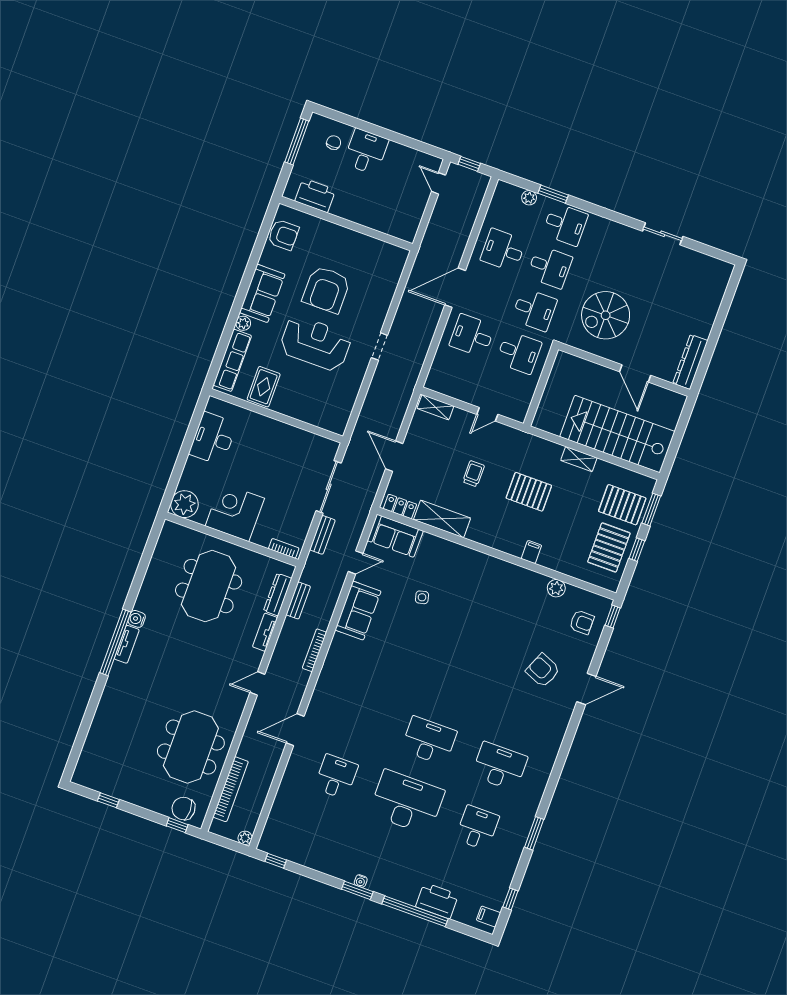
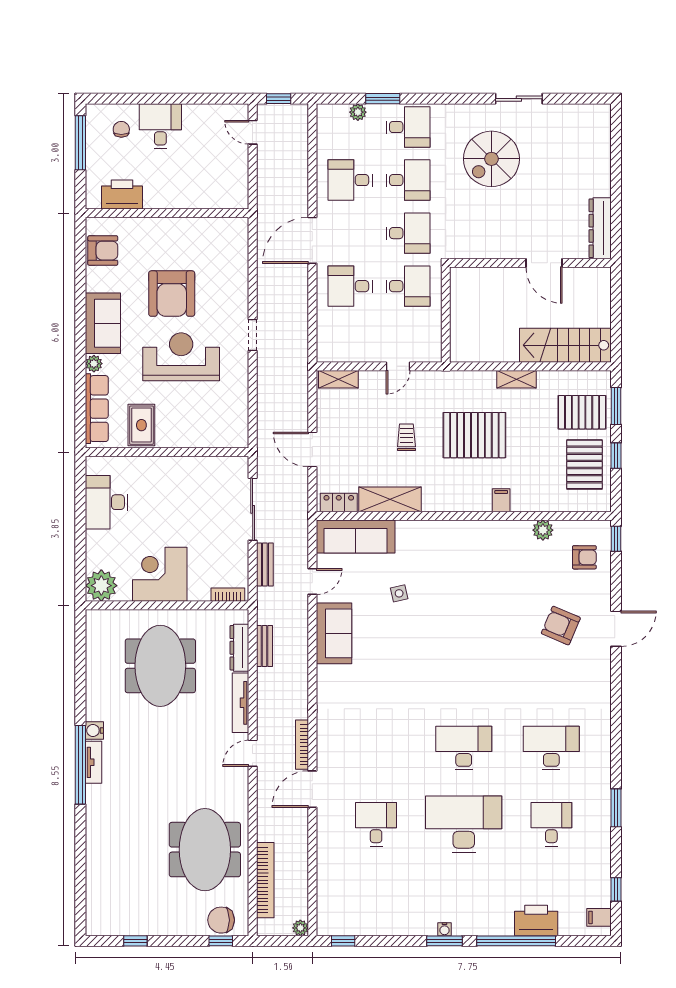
spiral stairs: (606, 315) -> (491, 159), moved
stairs: (617, 434) -> (565, 345), width x0.73, depth x0.66
pallet: (529, 492) -> (474, 435), width x1.37, depth x1.41
sofa: (395, 536) -> (356, 536), width x1.36
tv unit: (265, 632) -> (241, 703), width x1.41
bookcase: (314, 650) -> (302, 745), moved

